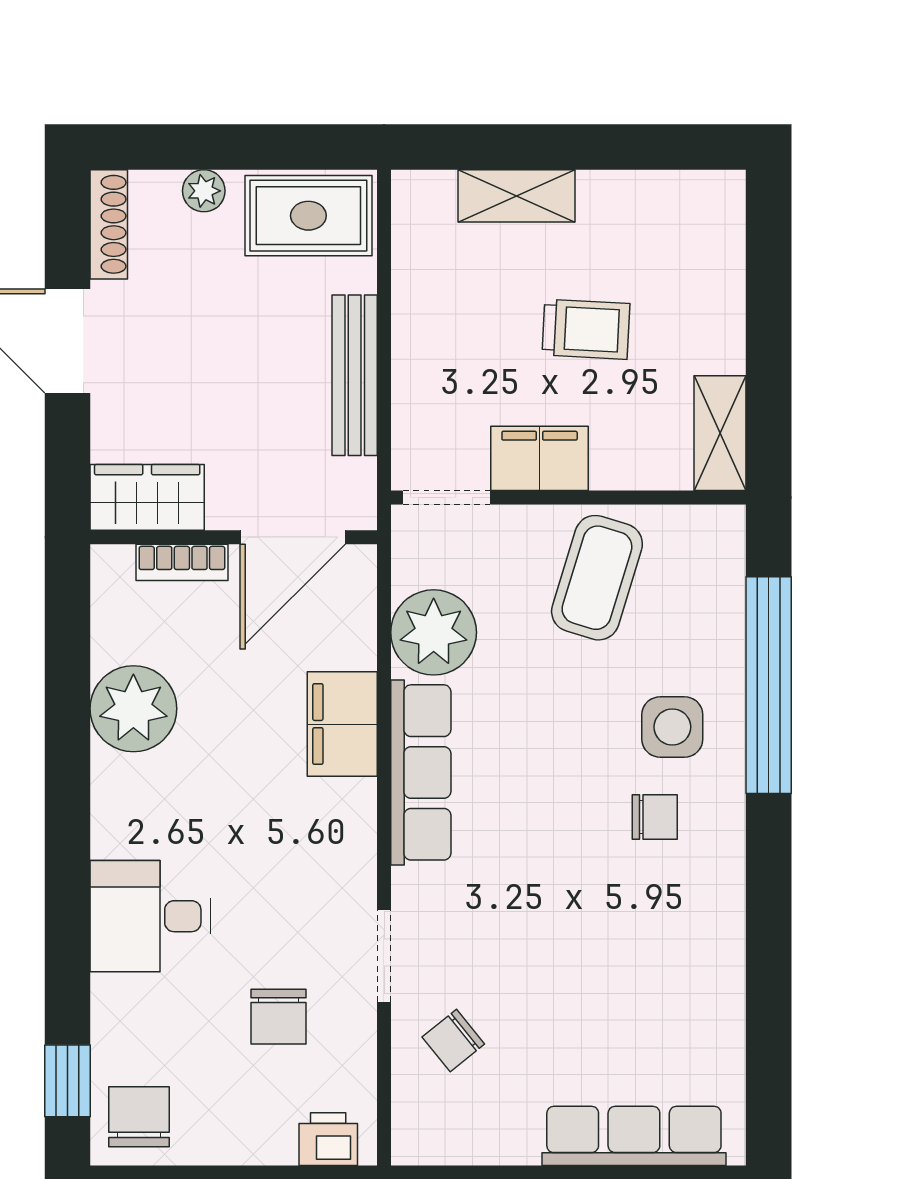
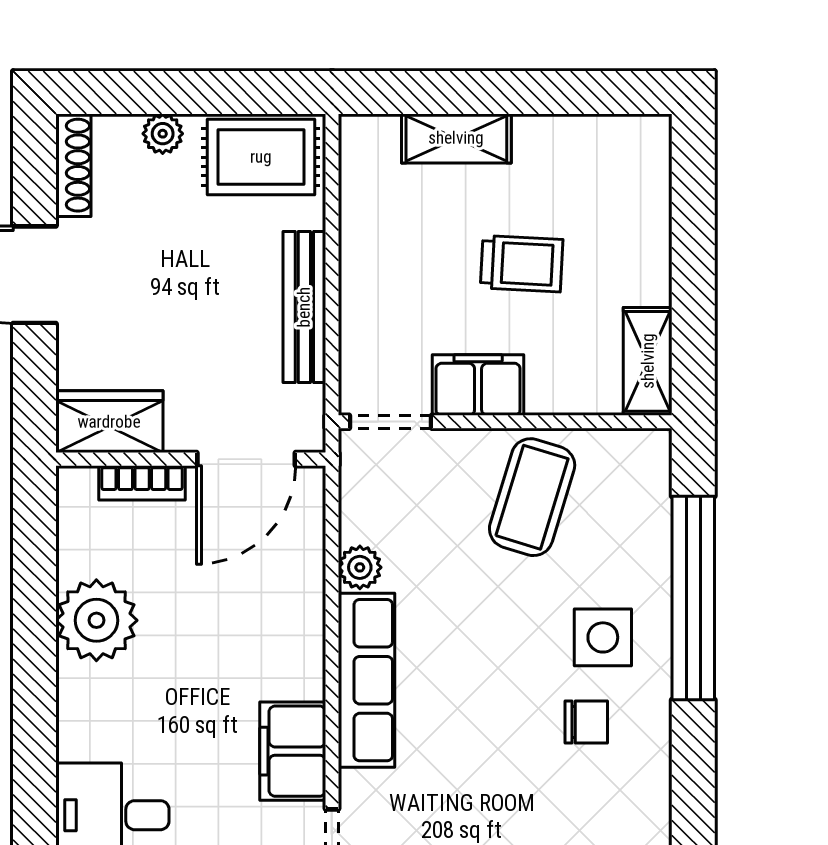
plant: (434, 632) -> (360, 567), width x0.53, depth x0.53
filing cabinet: (342, 724) -> (293, 751), moved

